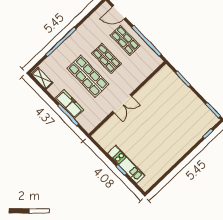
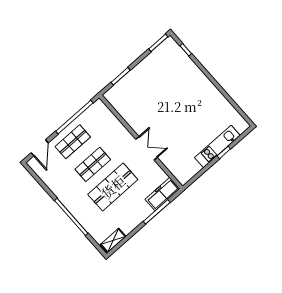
freezer: (69, 104) -> (162, 194), moved

